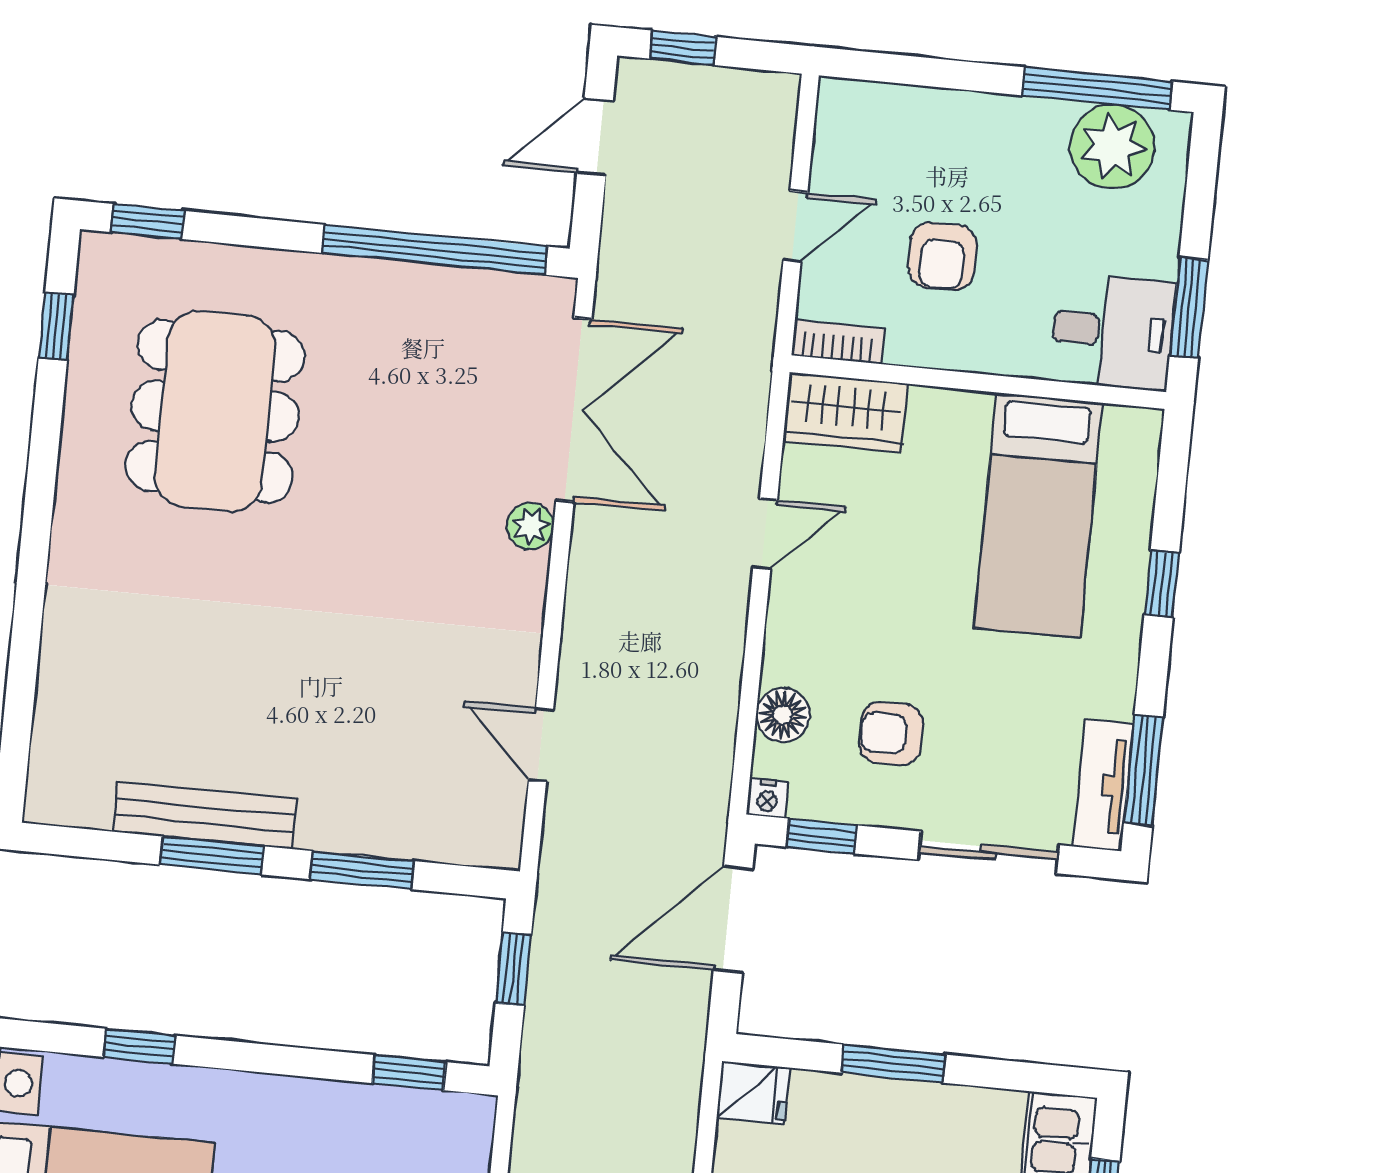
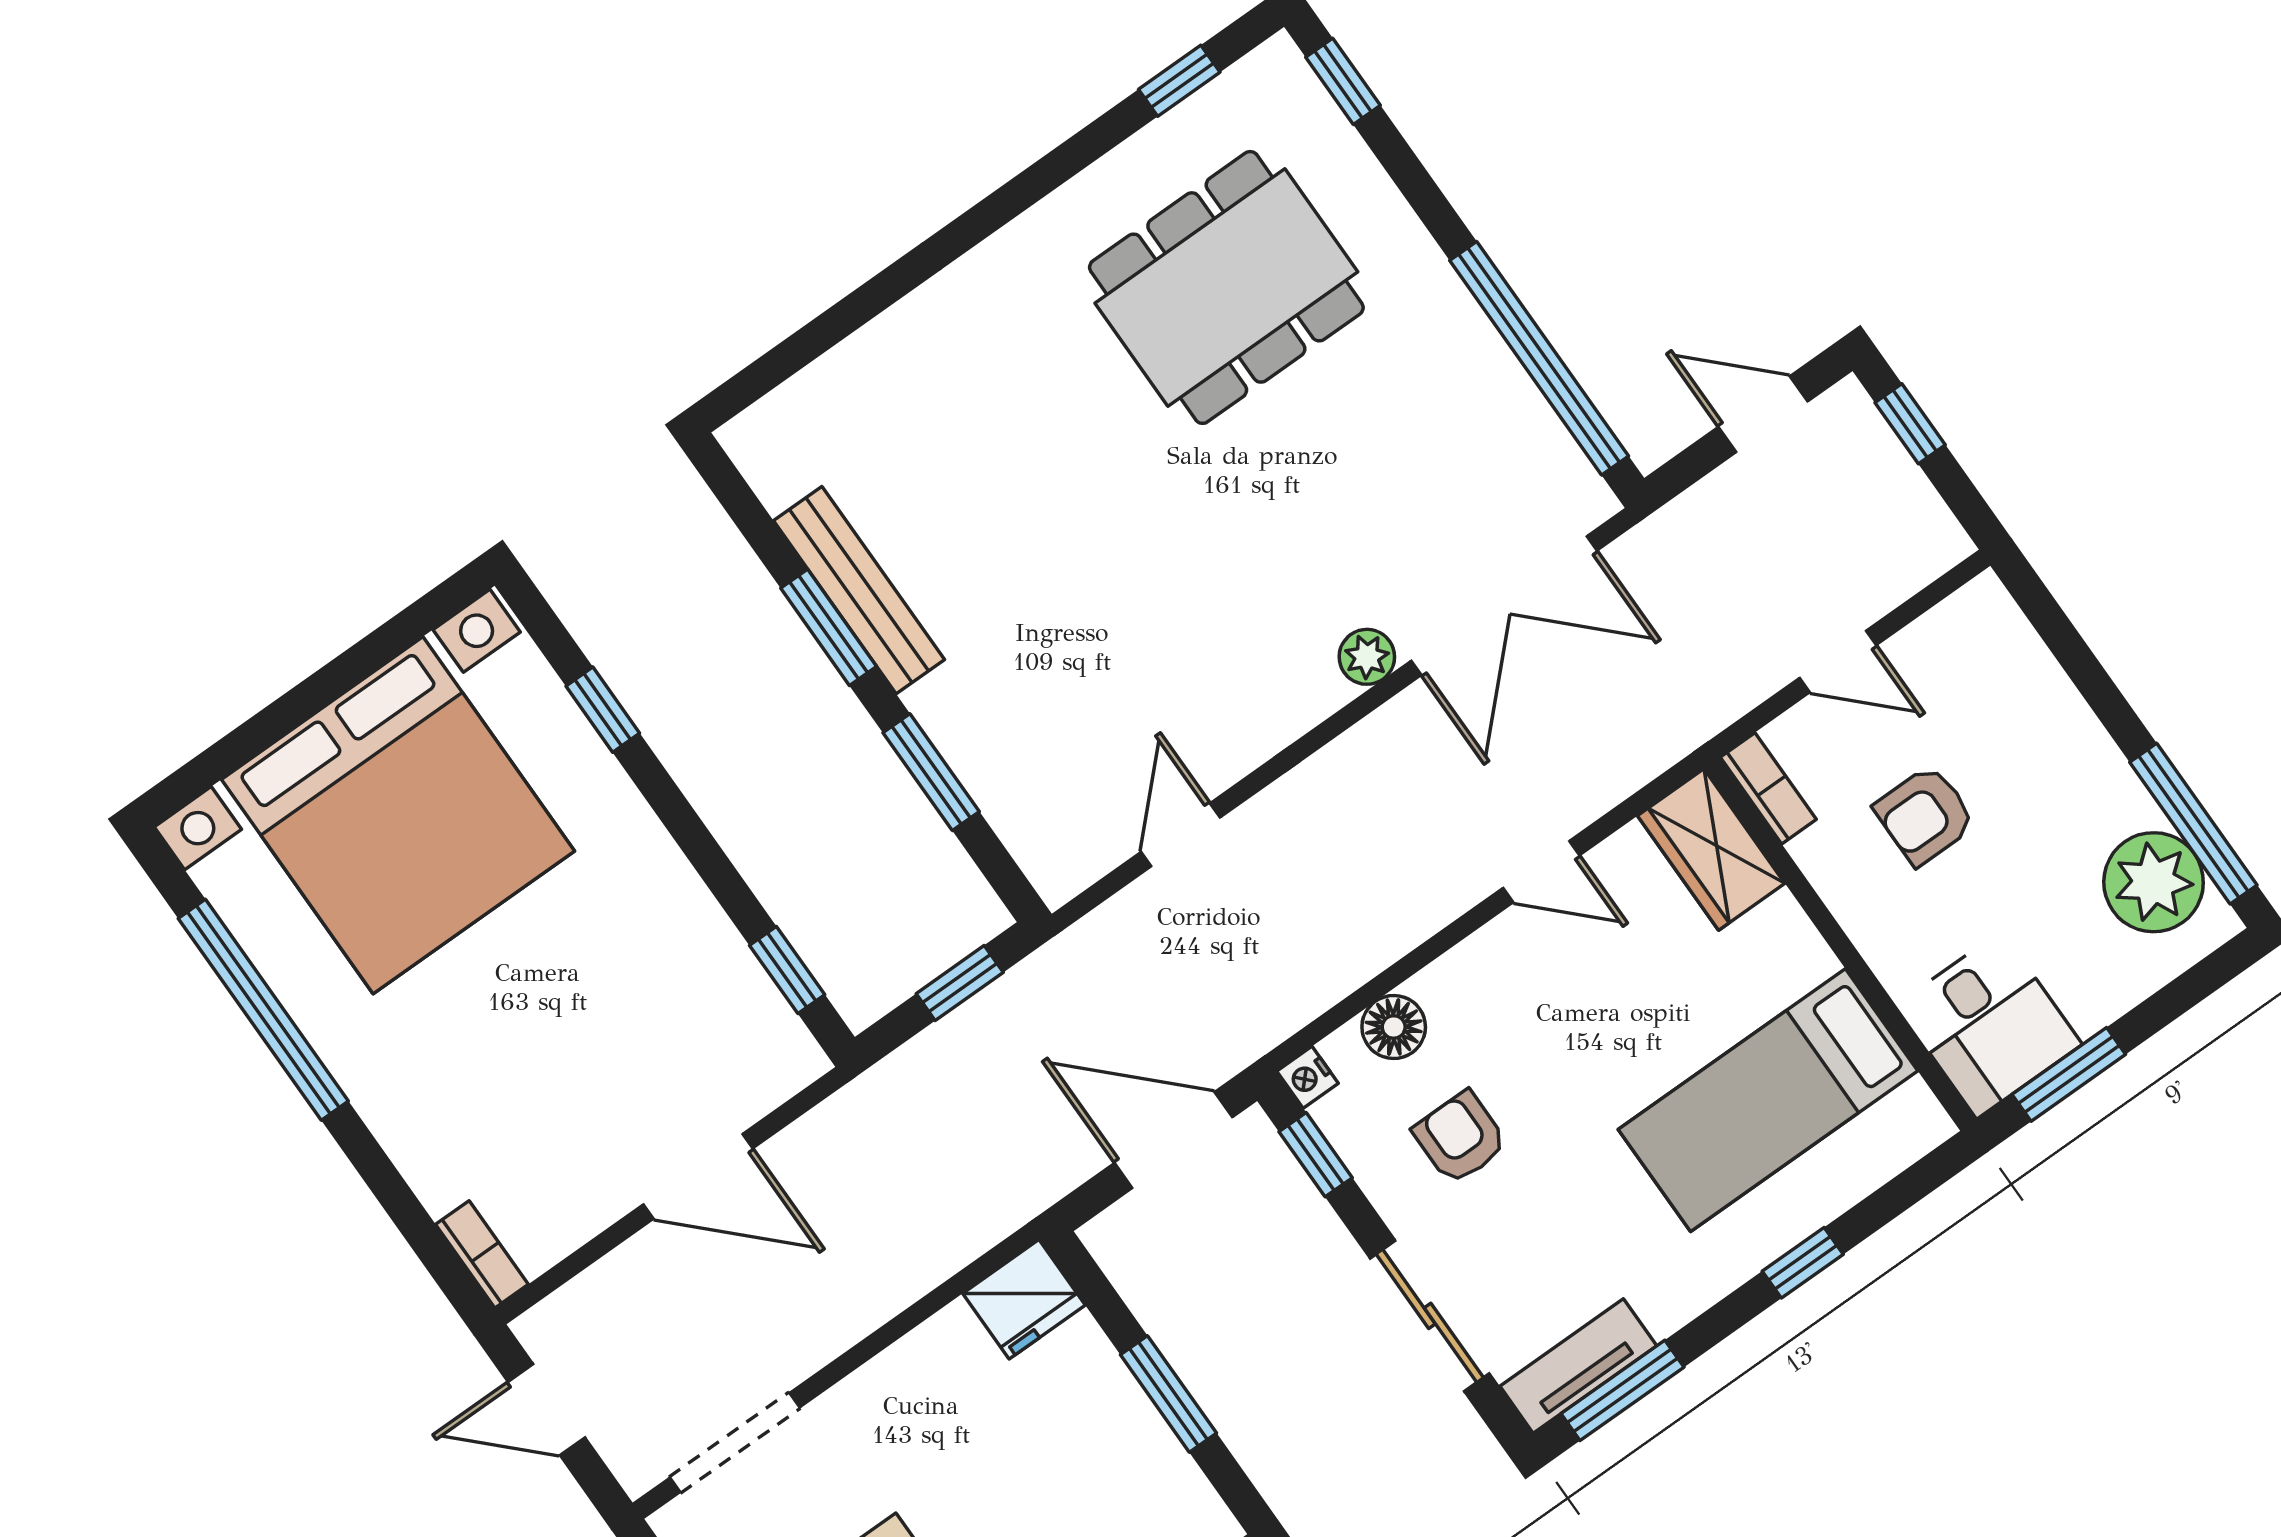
fridge: (753, 1093) -> (1024, 1299), width x1.38

